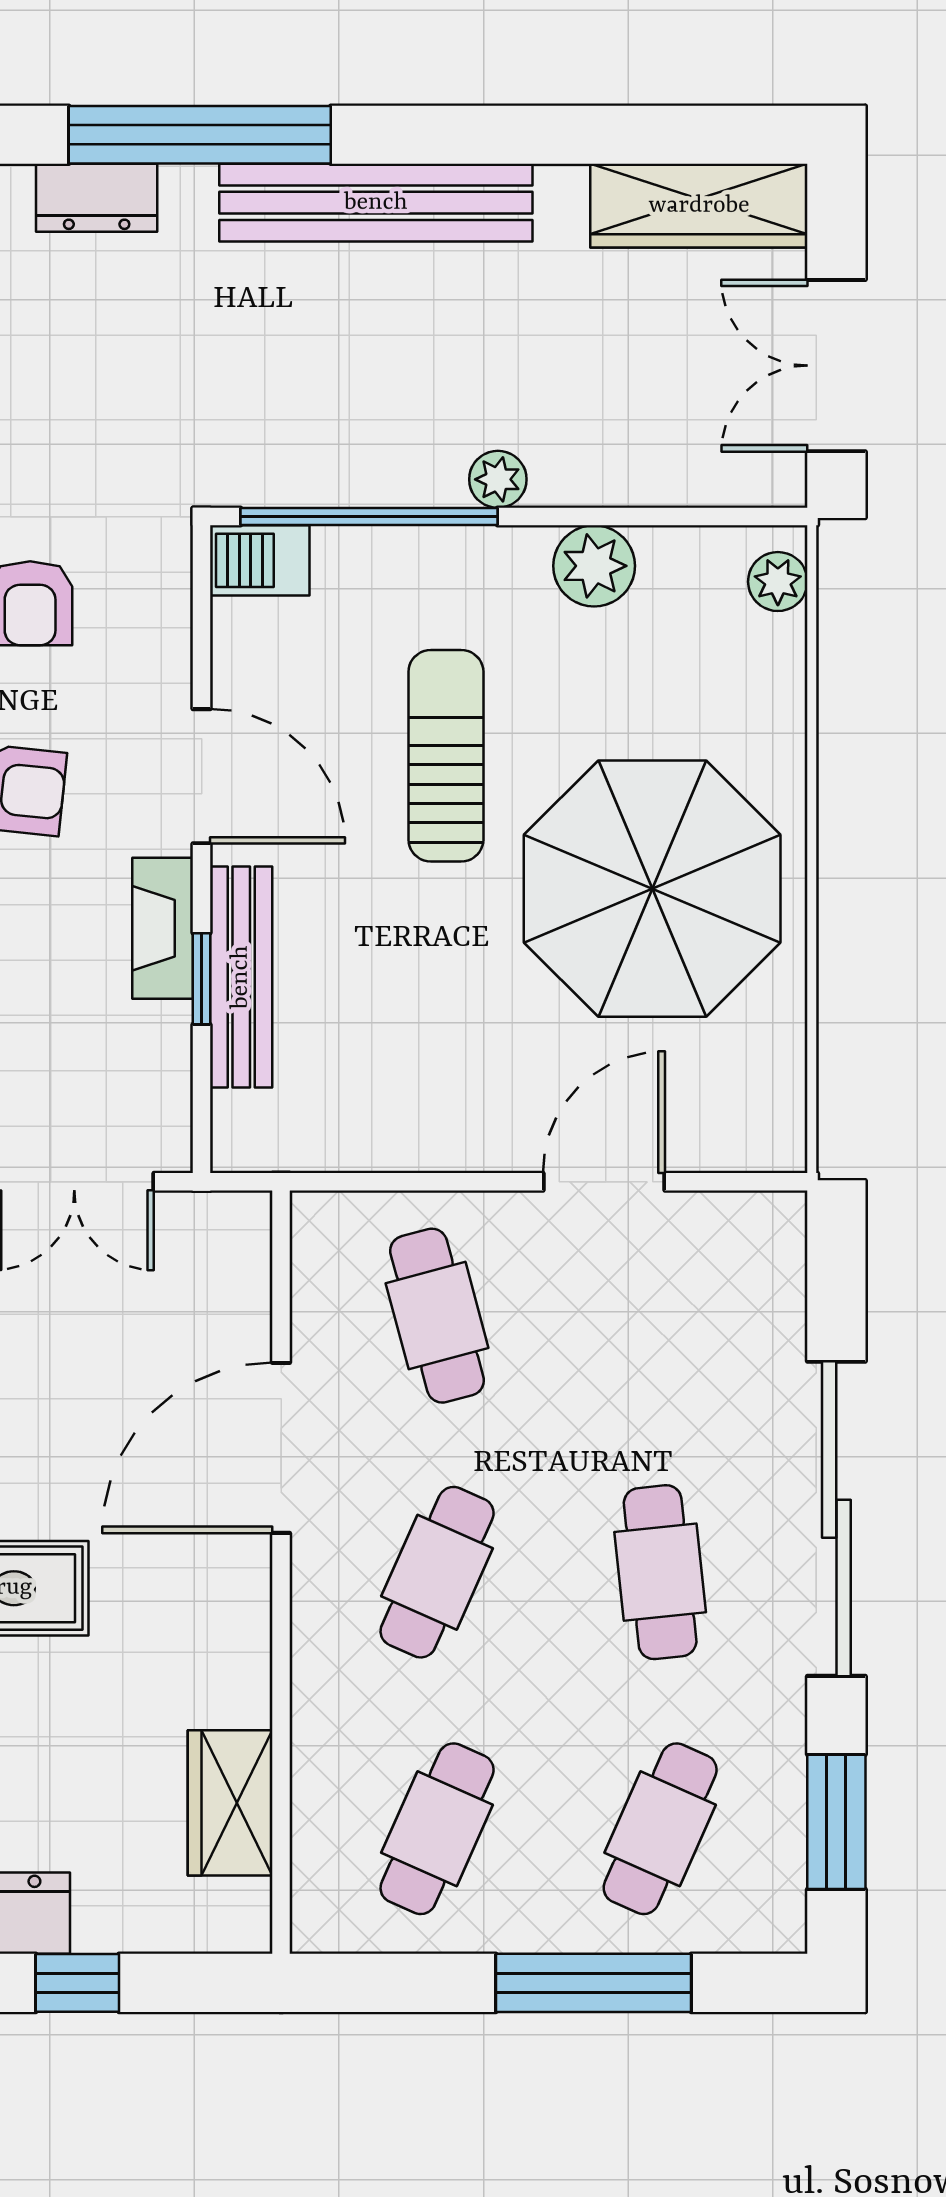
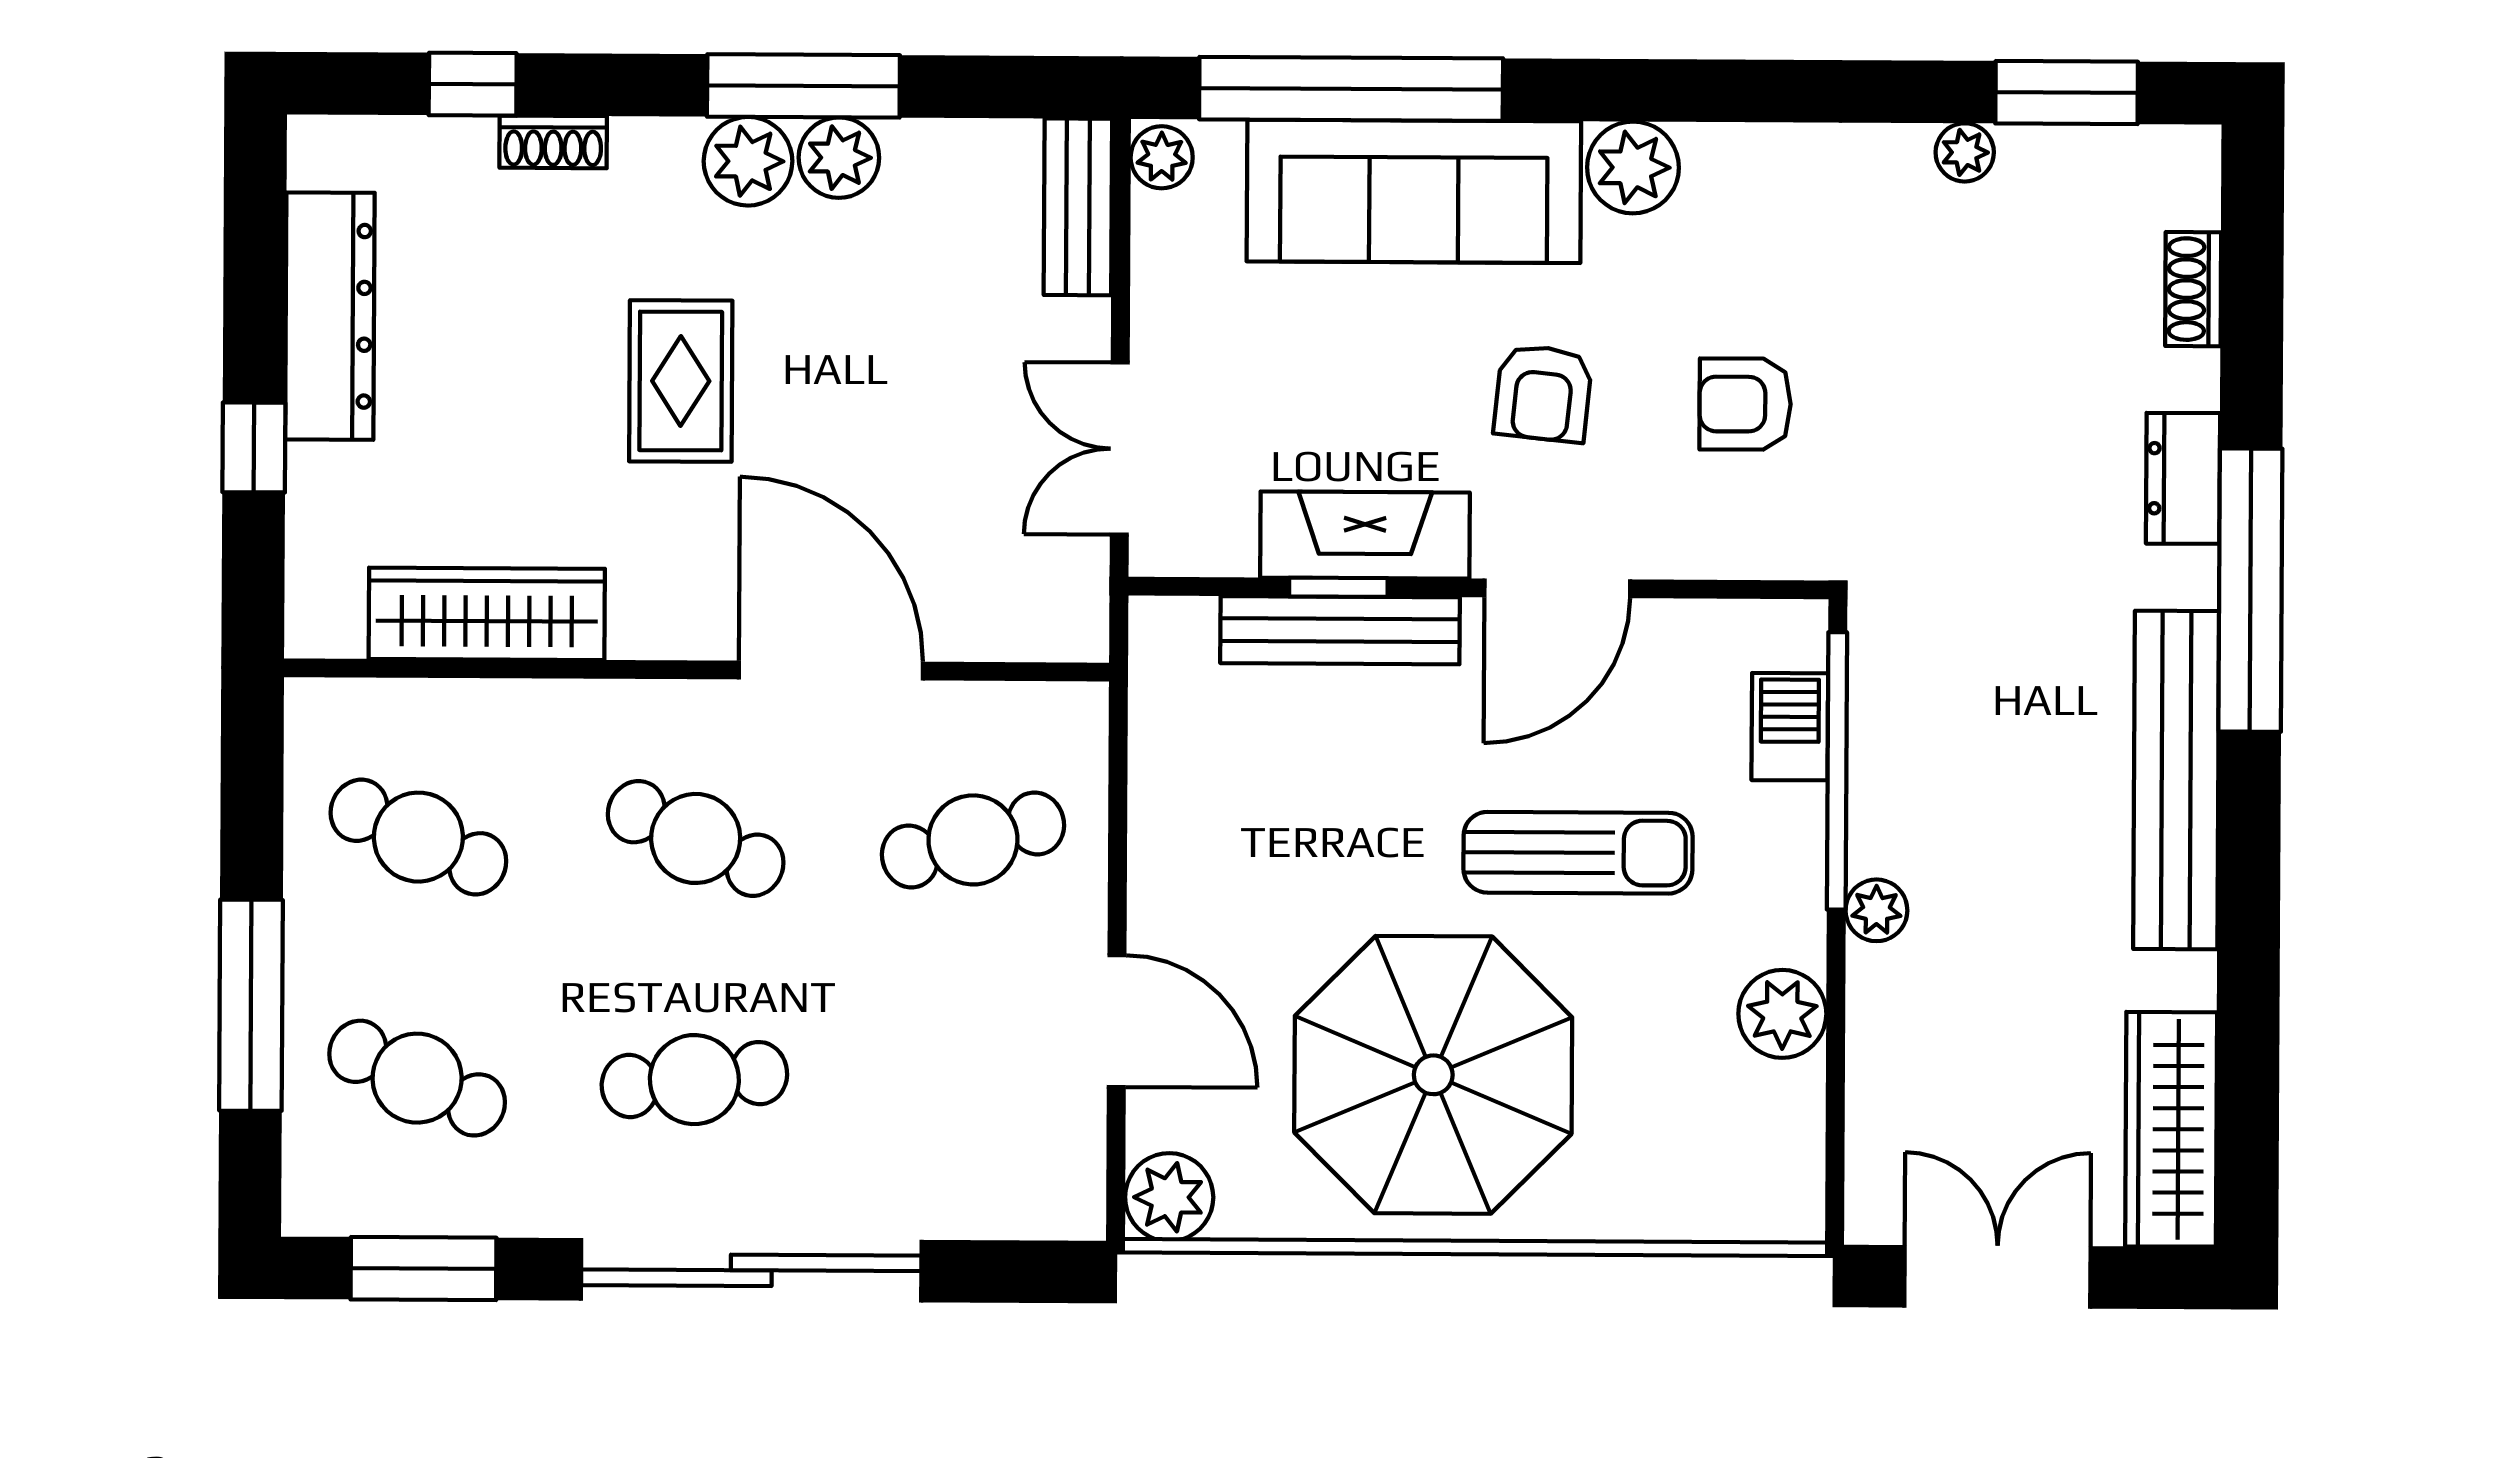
barbecue: (260, 560) -> (1790, 727), moved
plant: (778, 582) -> (1169, 1197), moved, width x1.38, depth x1.38
fireplace: (163, 928) -> (1365, 535), width x1.37, depth x1.32
wardrobe: (230, 1803) -> (487, 614), width x1.50

